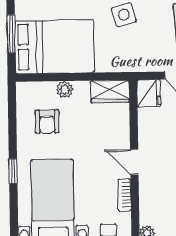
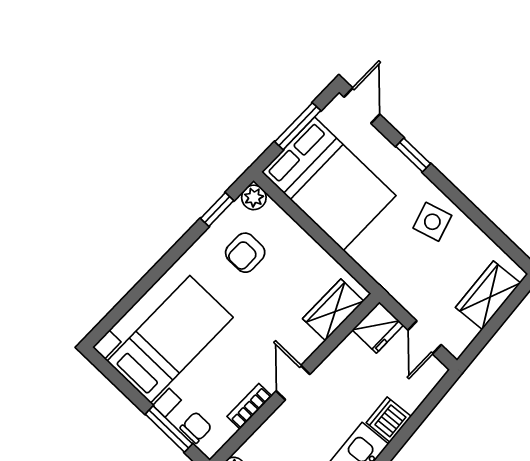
plant: (65, 90) -> (254, 197), moved
wardrobe: (110, 91) -> (333, 310), moved, turned 90
window: (13, 171) -> (217, 210), moved

